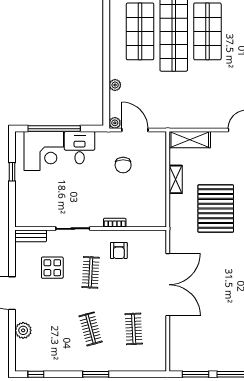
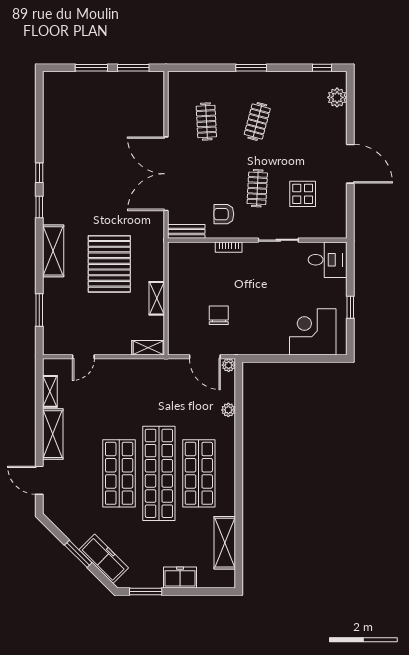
window: (54, 129) -> (300, 358), removed
shelving: (190, 140) -> (148, 348), width x0.67, depth x0.75
desk: (80, 148) -> (328, 260), moved, turned -90
bench: (31, 236) -> (186, 231), moved
armchair: (119, 251) -> (224, 214), turned -90
clothes rail: (91, 329) -> (257, 121), turned 30
plant: (23, 330) -> (337, 97), moved

